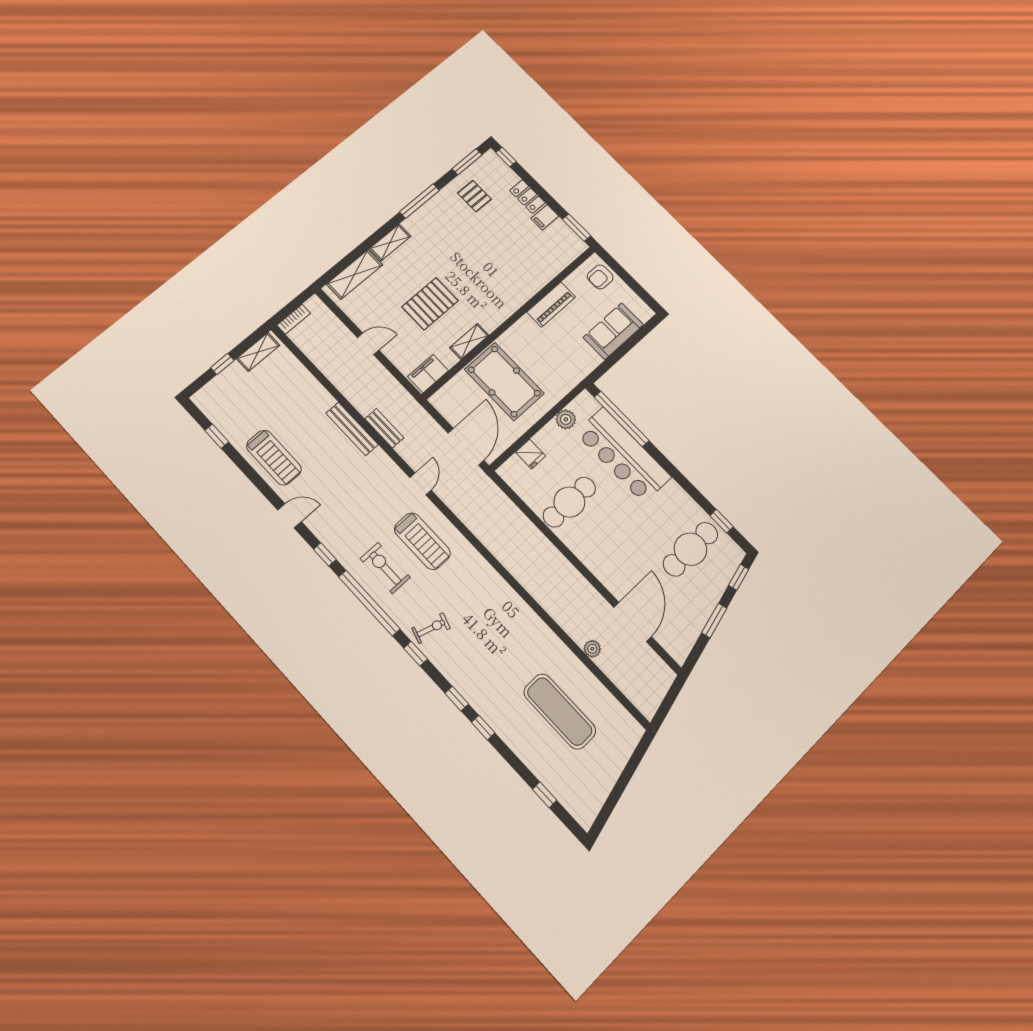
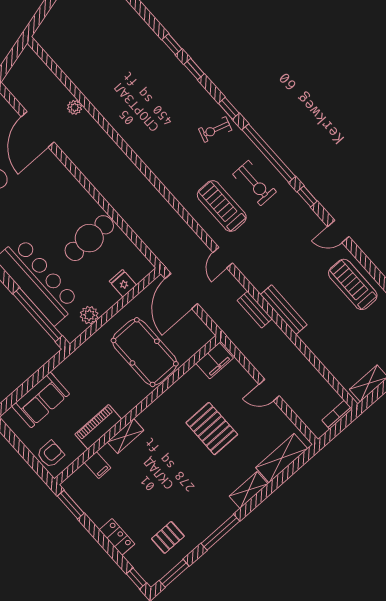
pallet: (474, 196) -> (168, 537), turned 90
filing cabinet: (545, 217) -> (97, 465), moved, turned 90
pallet: (430, 304) -> (212, 429), turned 90
shelving: (469, 341) -> (126, 436), moved
exercise mat: (560, 711) -> (106, 55), removed

